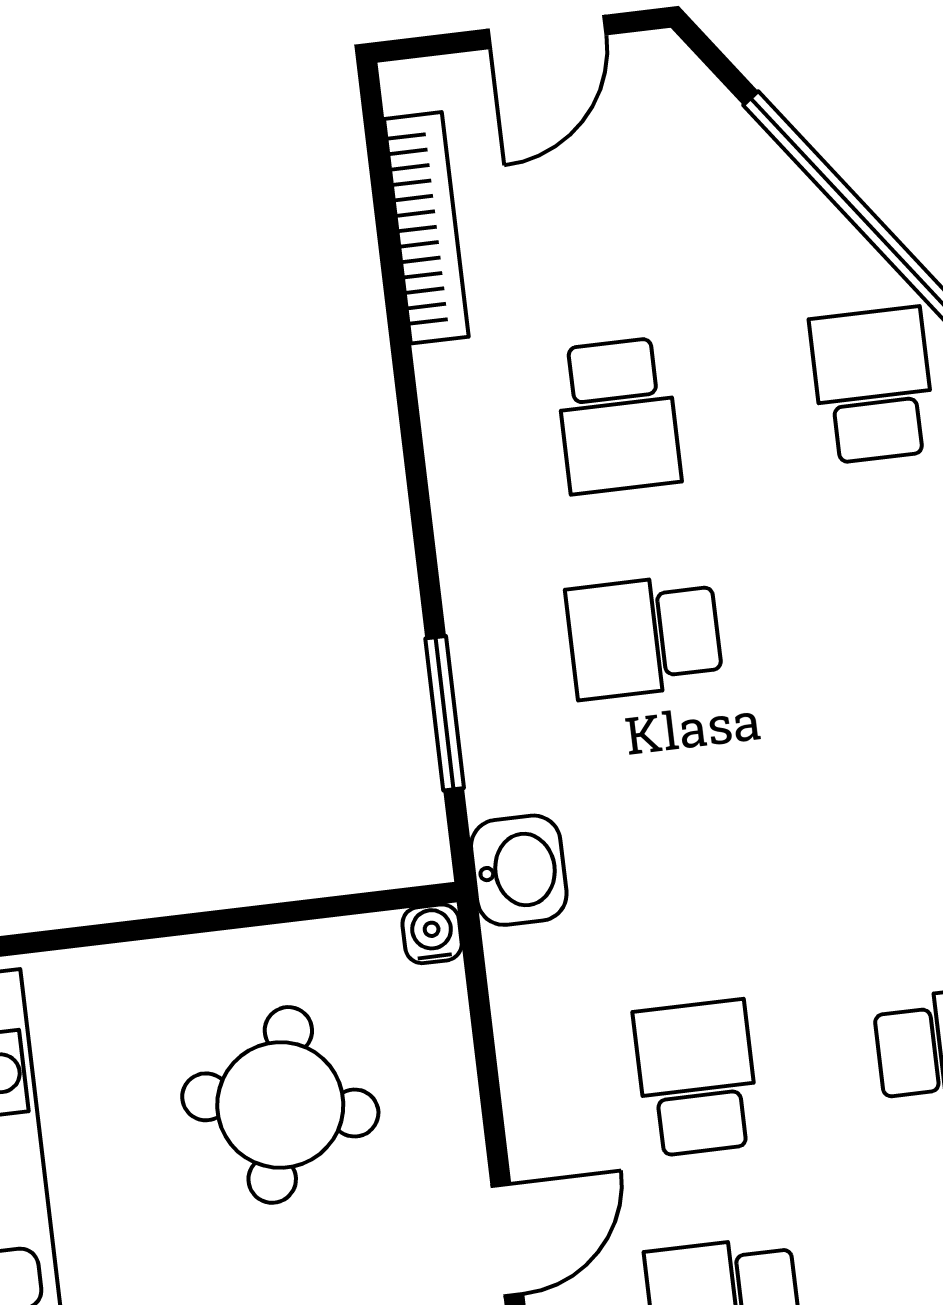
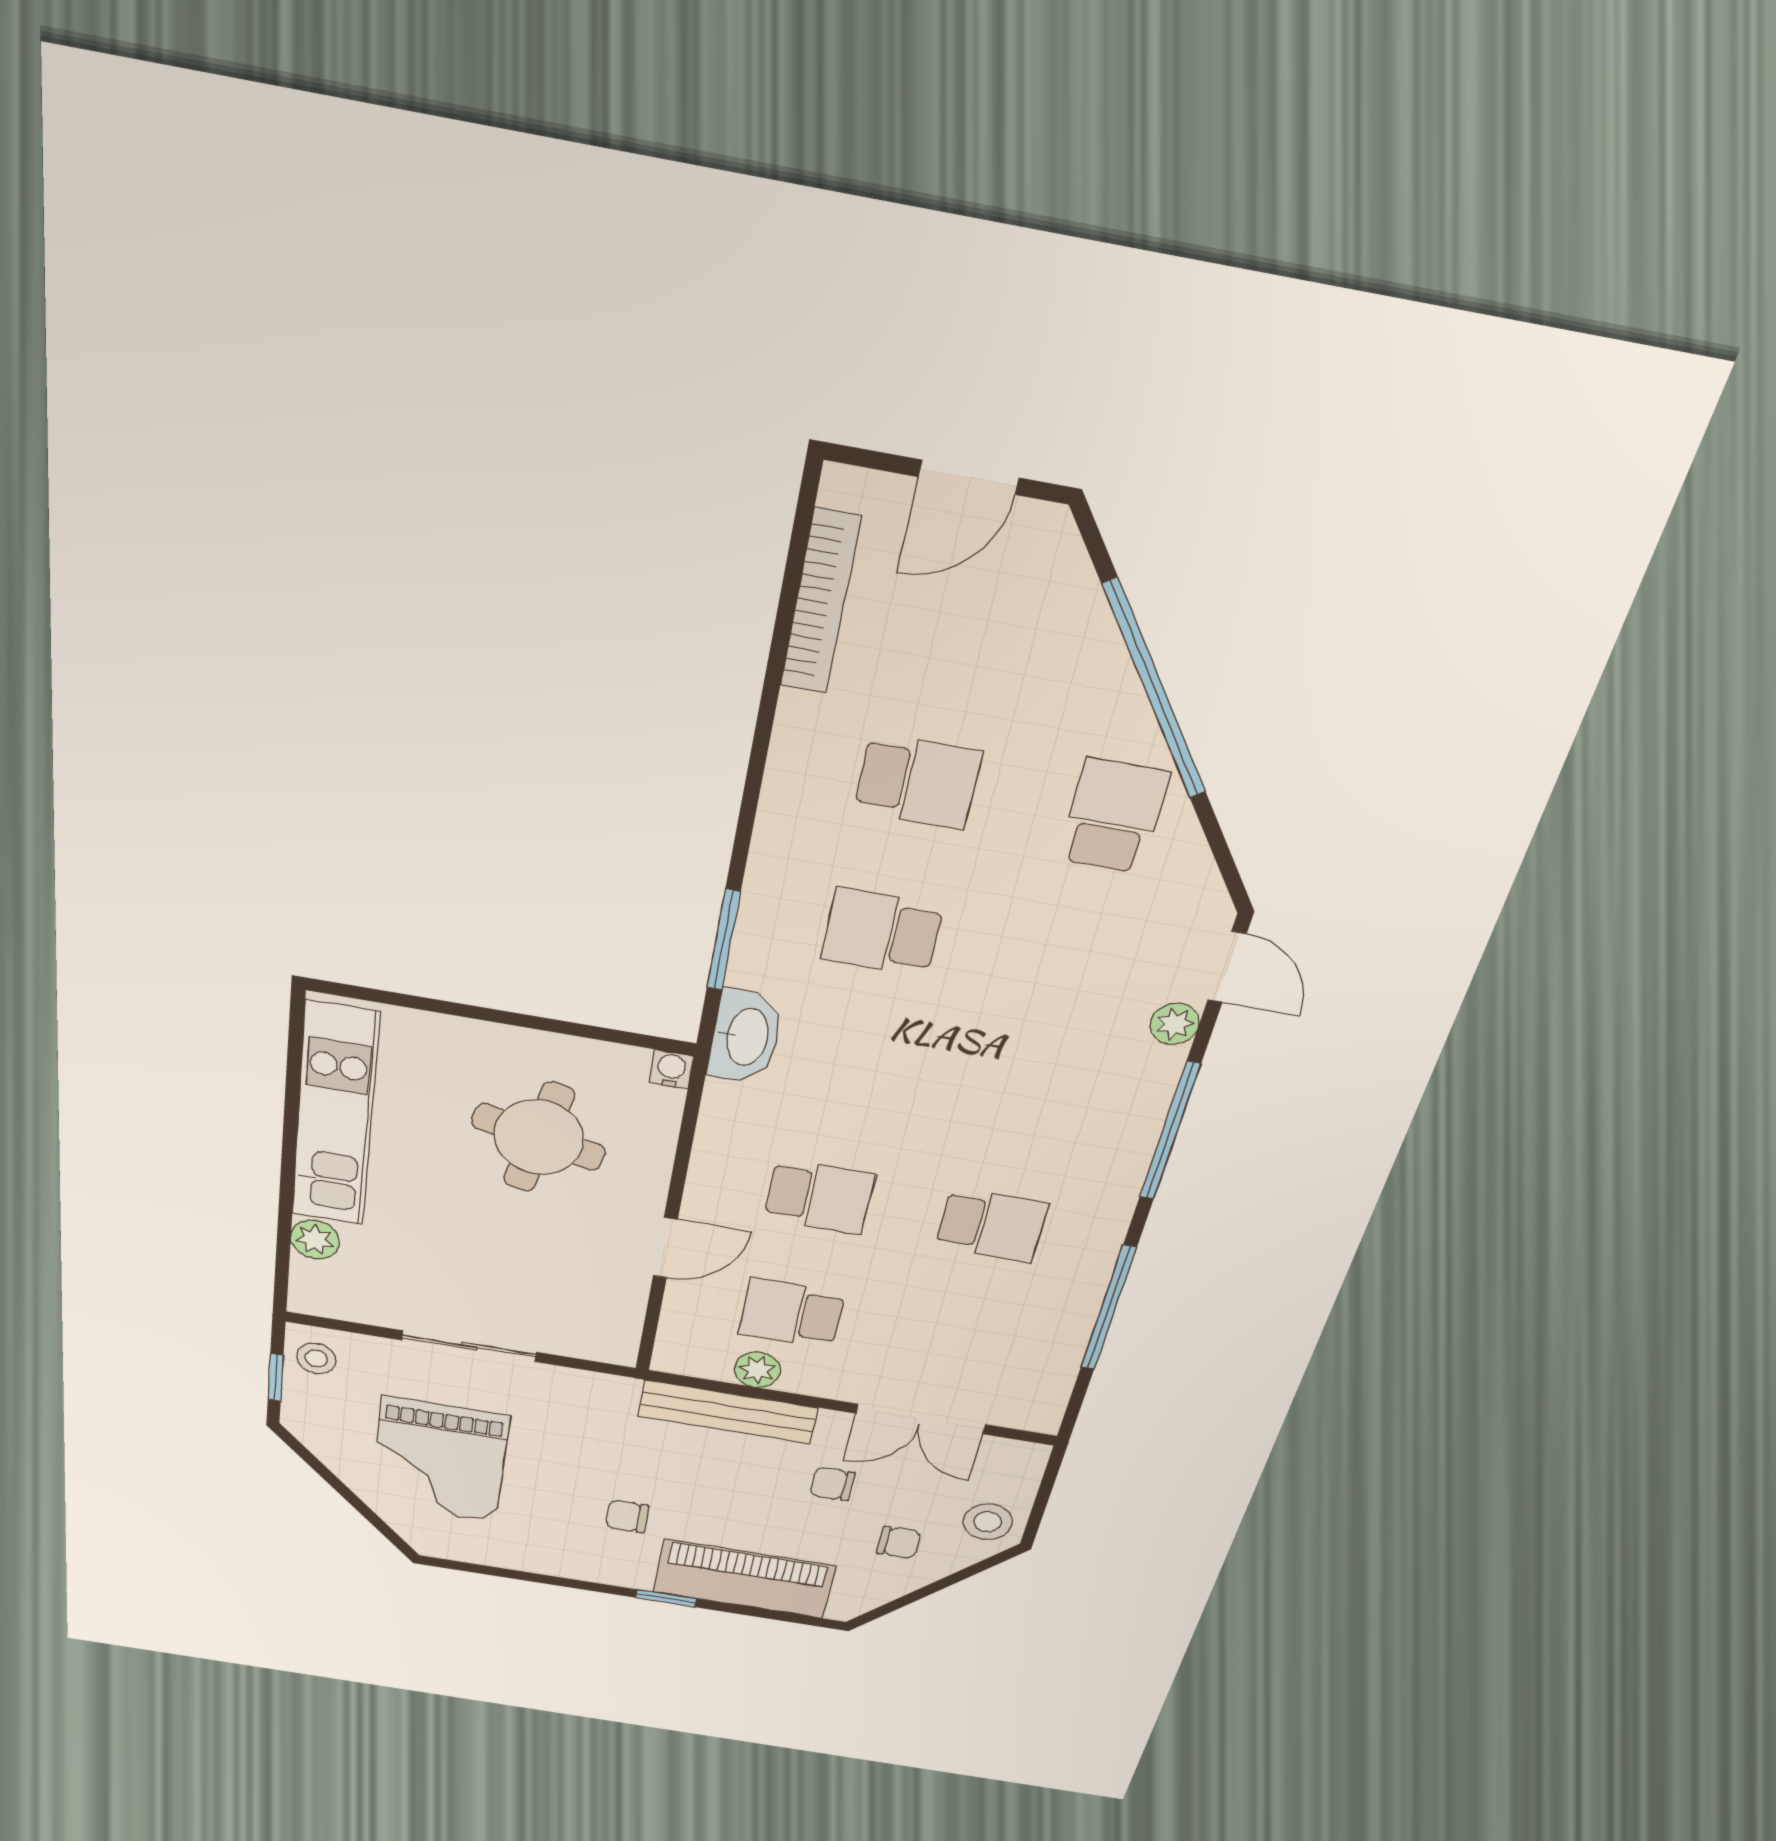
school desk: (618, 416) -> (918, 781), turned -90
washbasin: (519, 870) -> (746, 1037), width x1.38
school desk: (697, 1078) -> (819, 1197), turned 90

